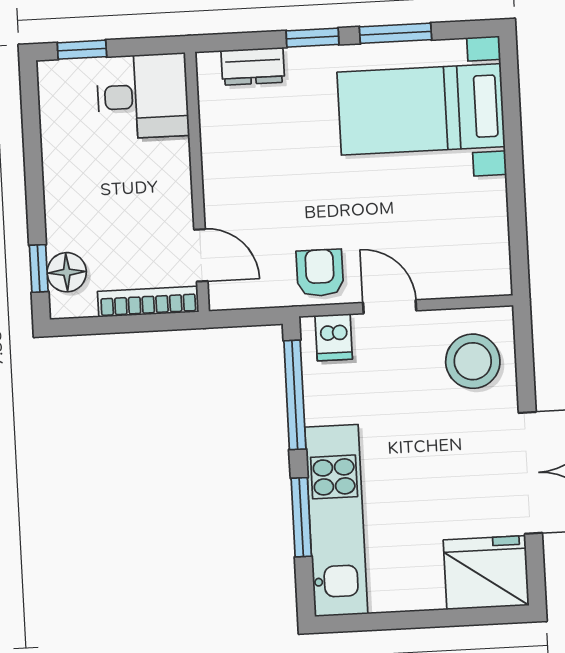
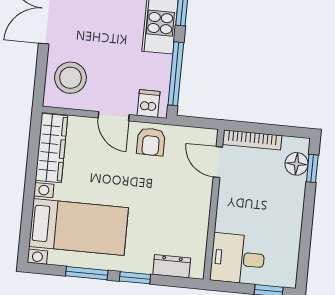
wardrobe: (487, 237) -> (51, 148), added

